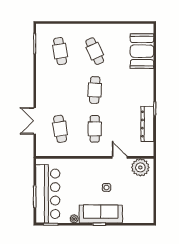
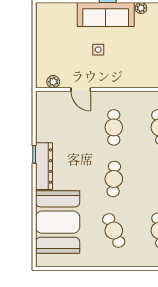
booth: (142, 51) -> (58, 222), width x1.36, depth x1.42
dresser: (147, 124) -> (44, 166), moved
plant: (140, 167) -> (53, 82), width x0.53, depth x0.53

